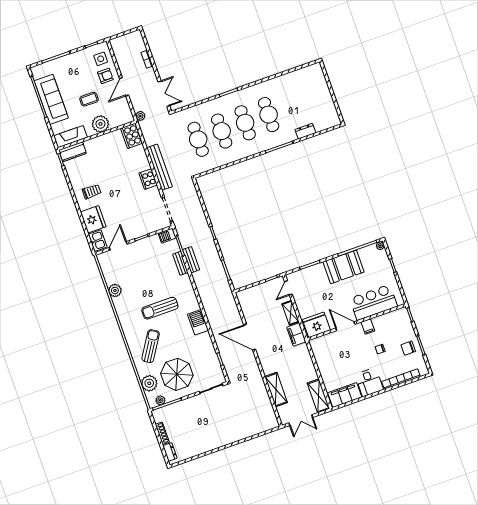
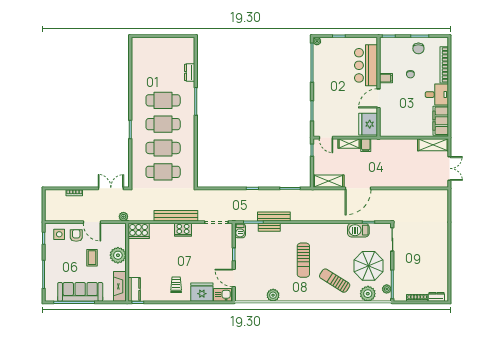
bench: (191, 260) -> (274, 217), width x1.36
booth: (344, 267) -> (324, 81), removed
barbecue: (198, 322) -> (358, 230), moved
filing cabinet: (296, 335) -> (366, 145), width x0.50
shelving: (276, 390) -> (329, 181), moved

